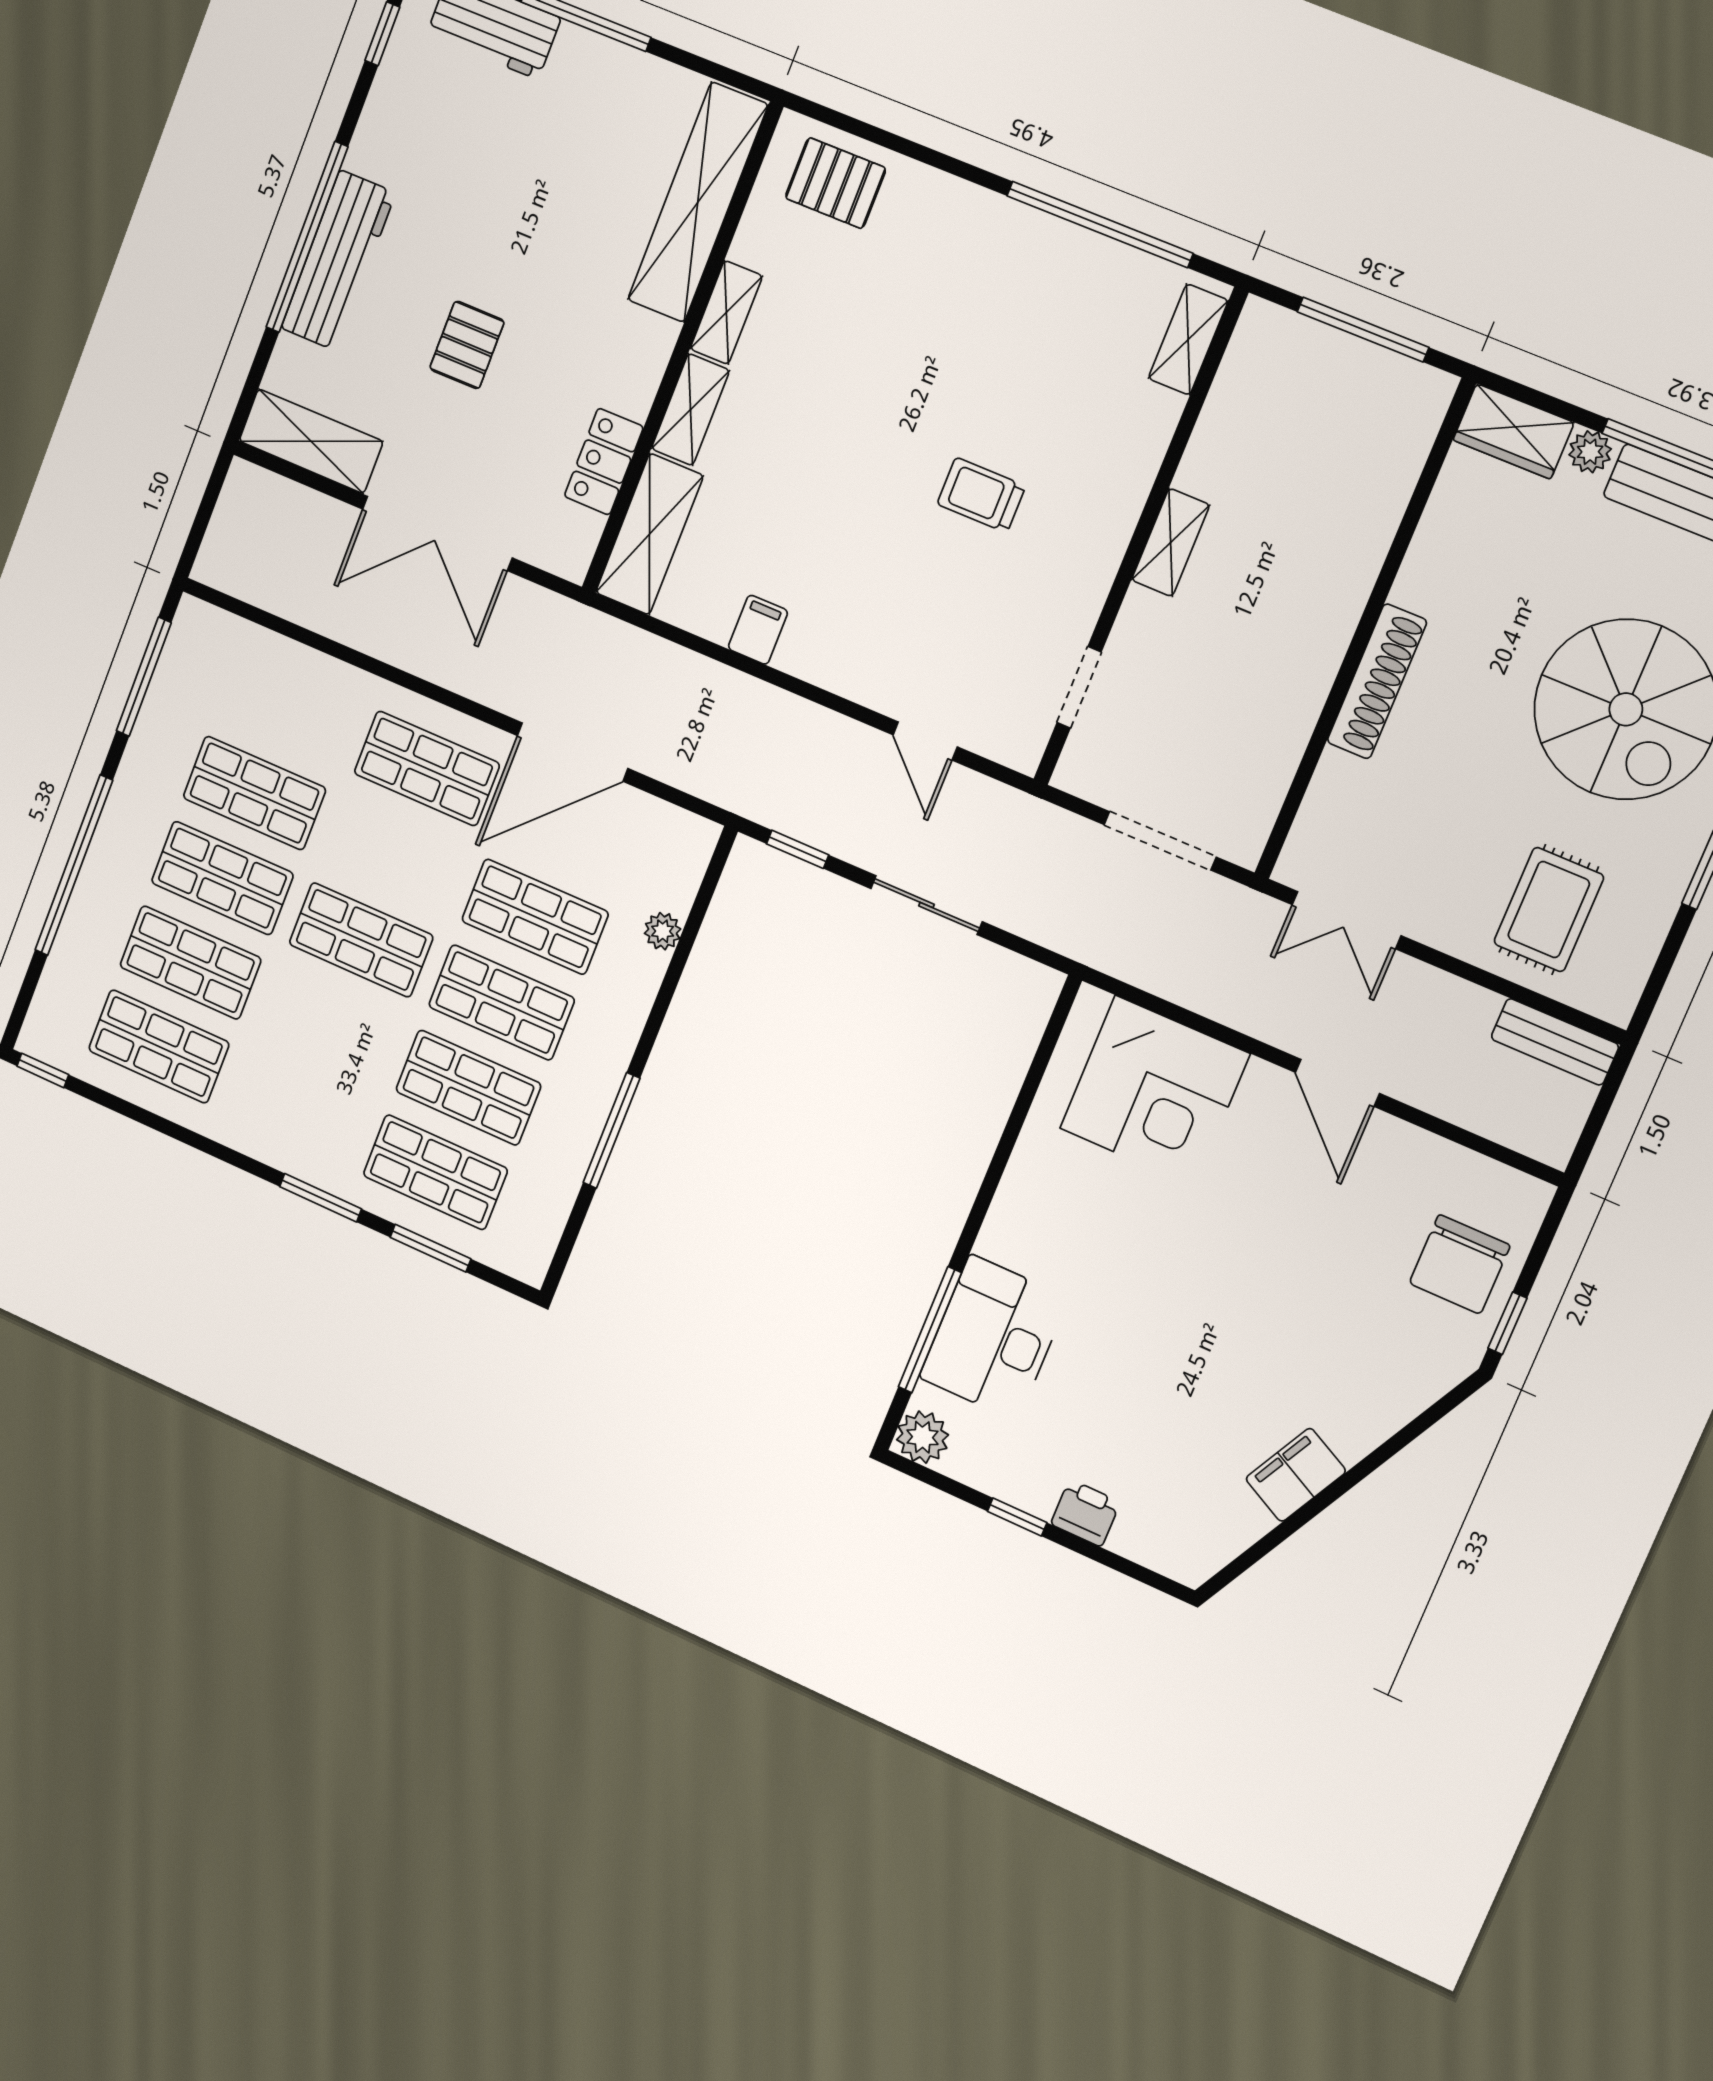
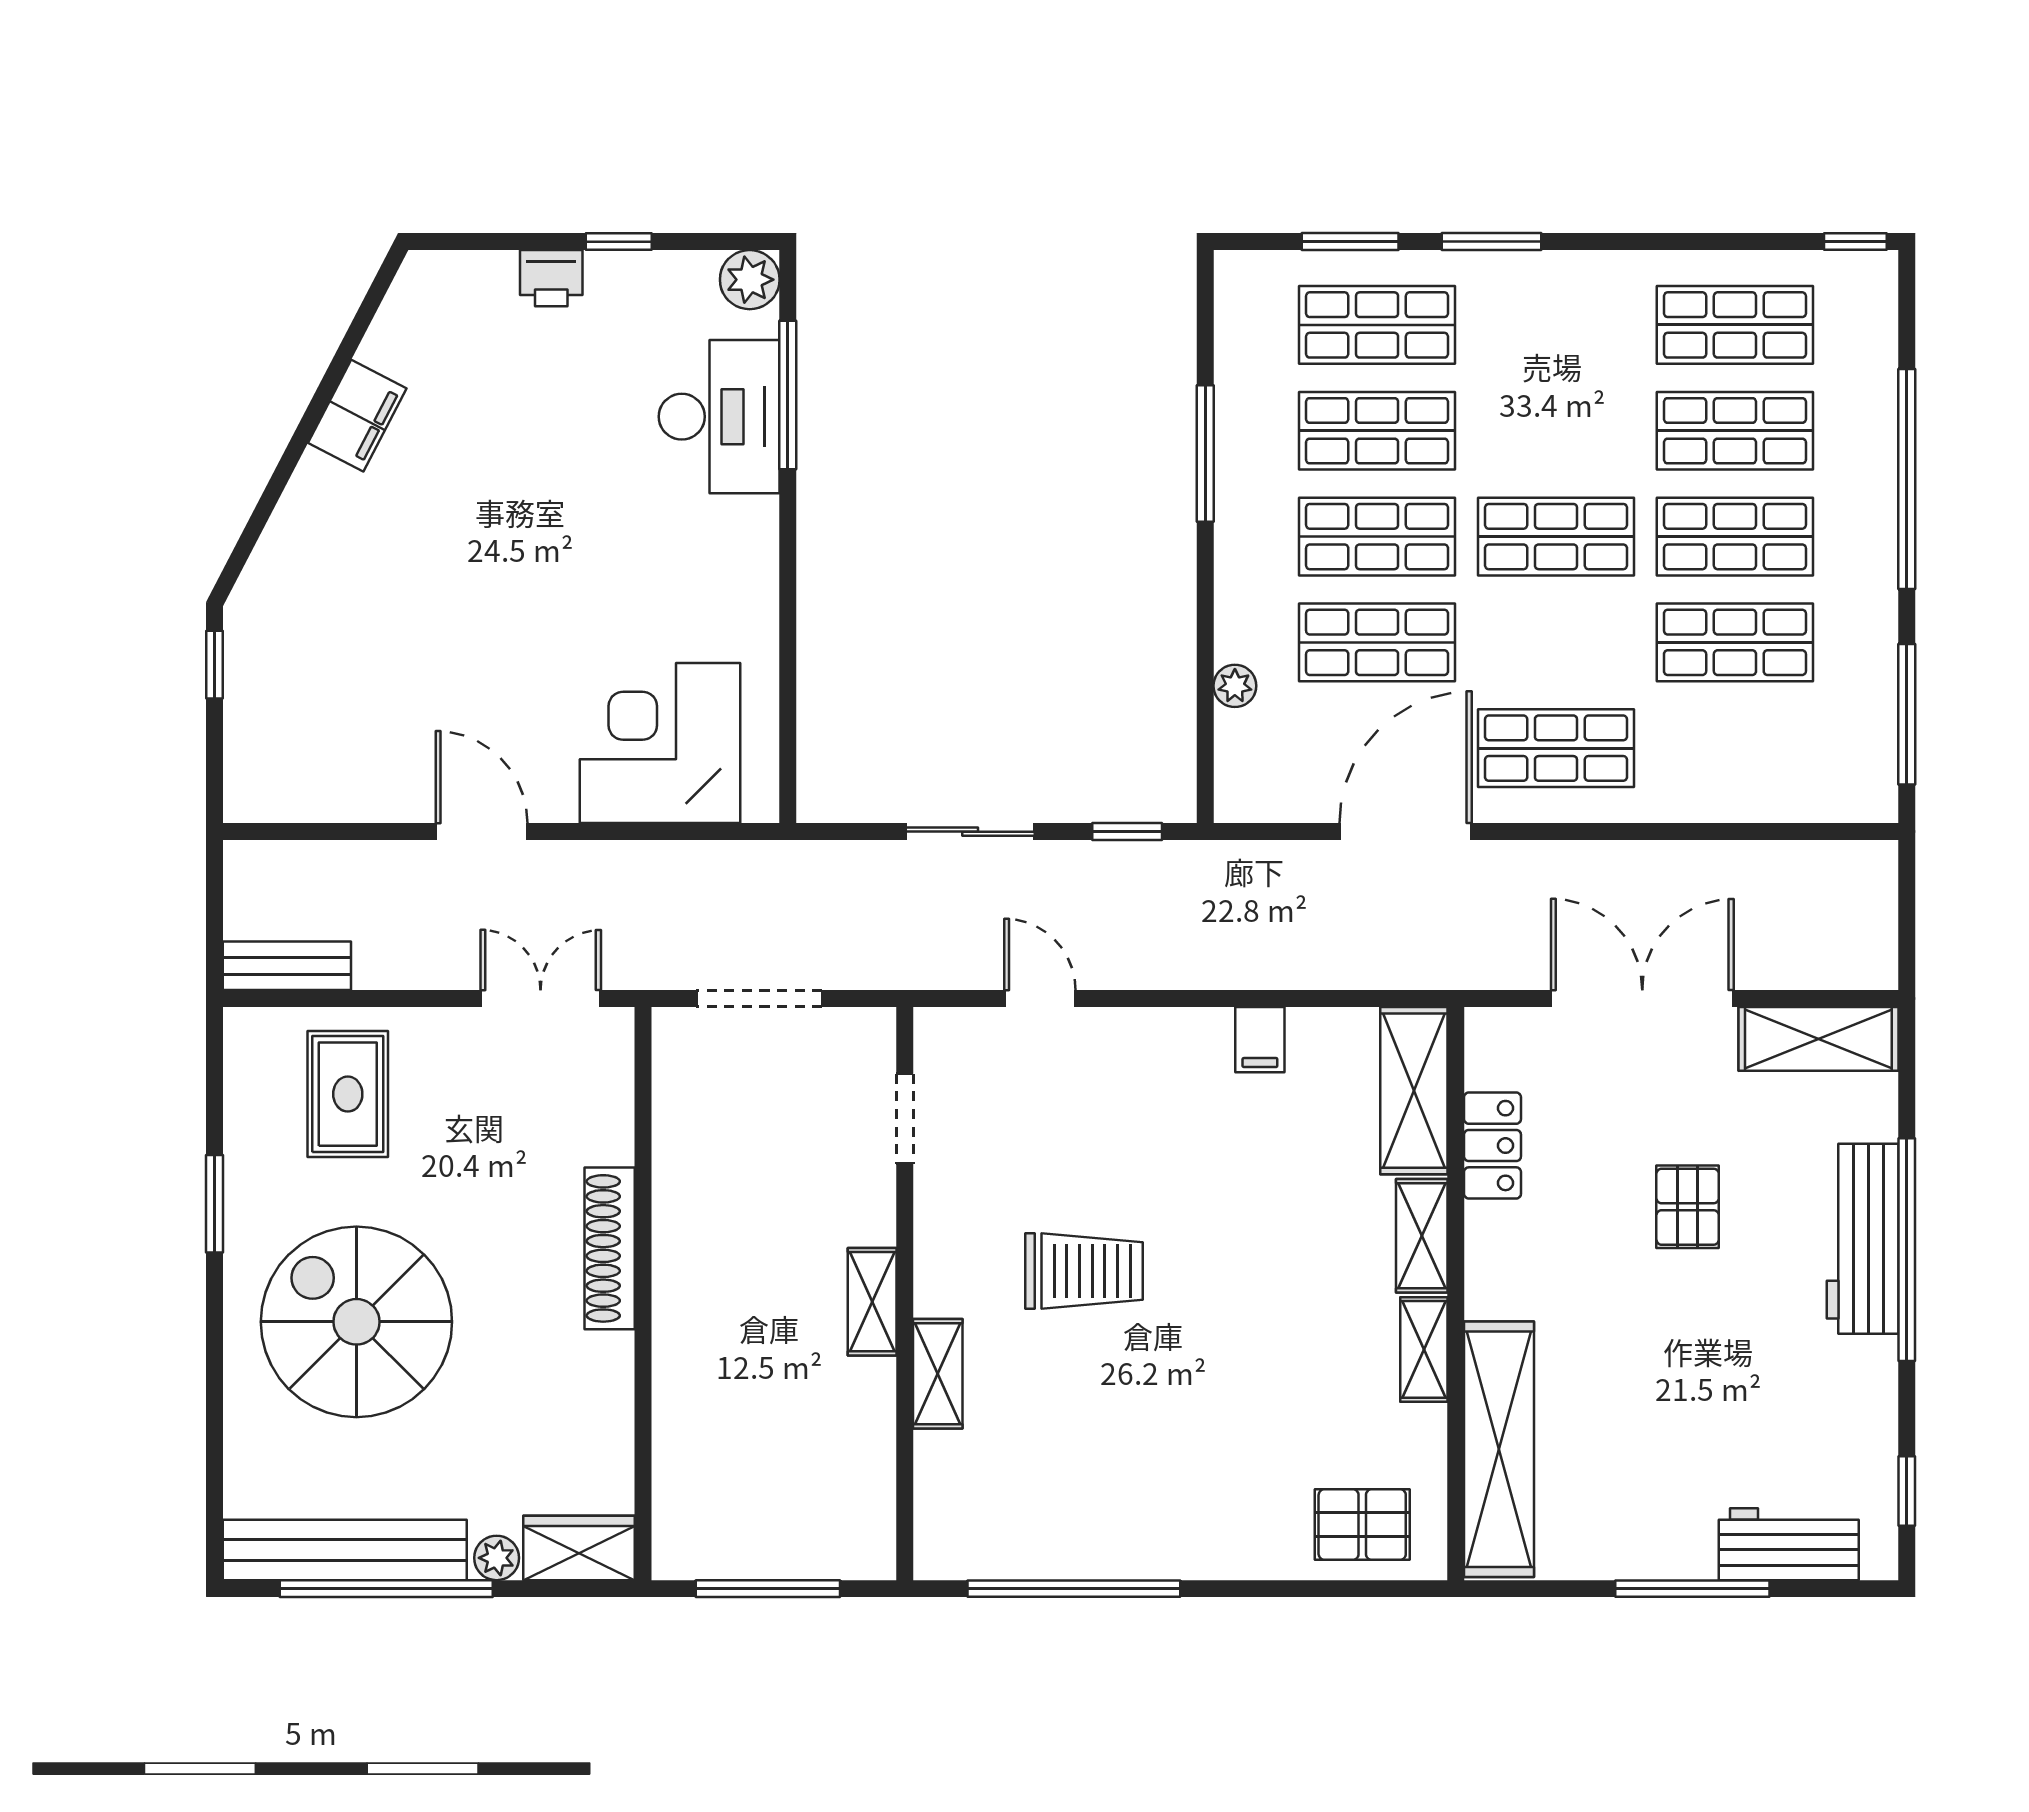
shelving: (1188, 339) -> (938, 1374), moved
trolley: (981, 495) -> (1084, 1271), width x1.36, depth x1.39
chair: (1460, 1264) -> (286, 703), removed

